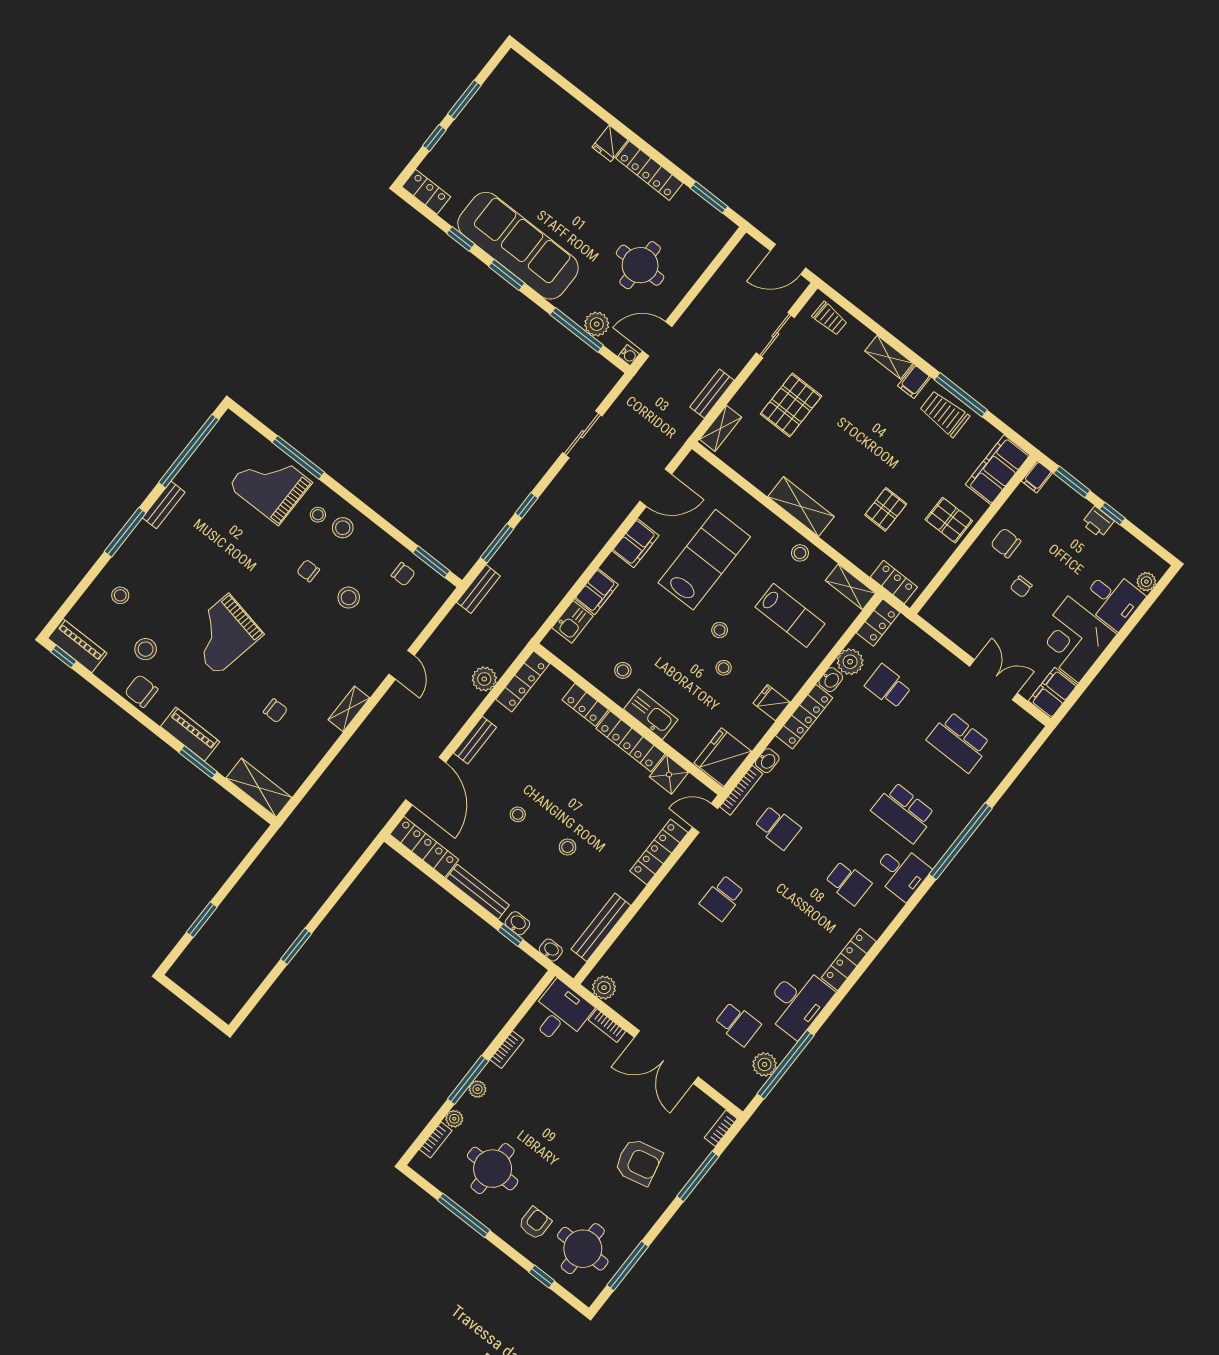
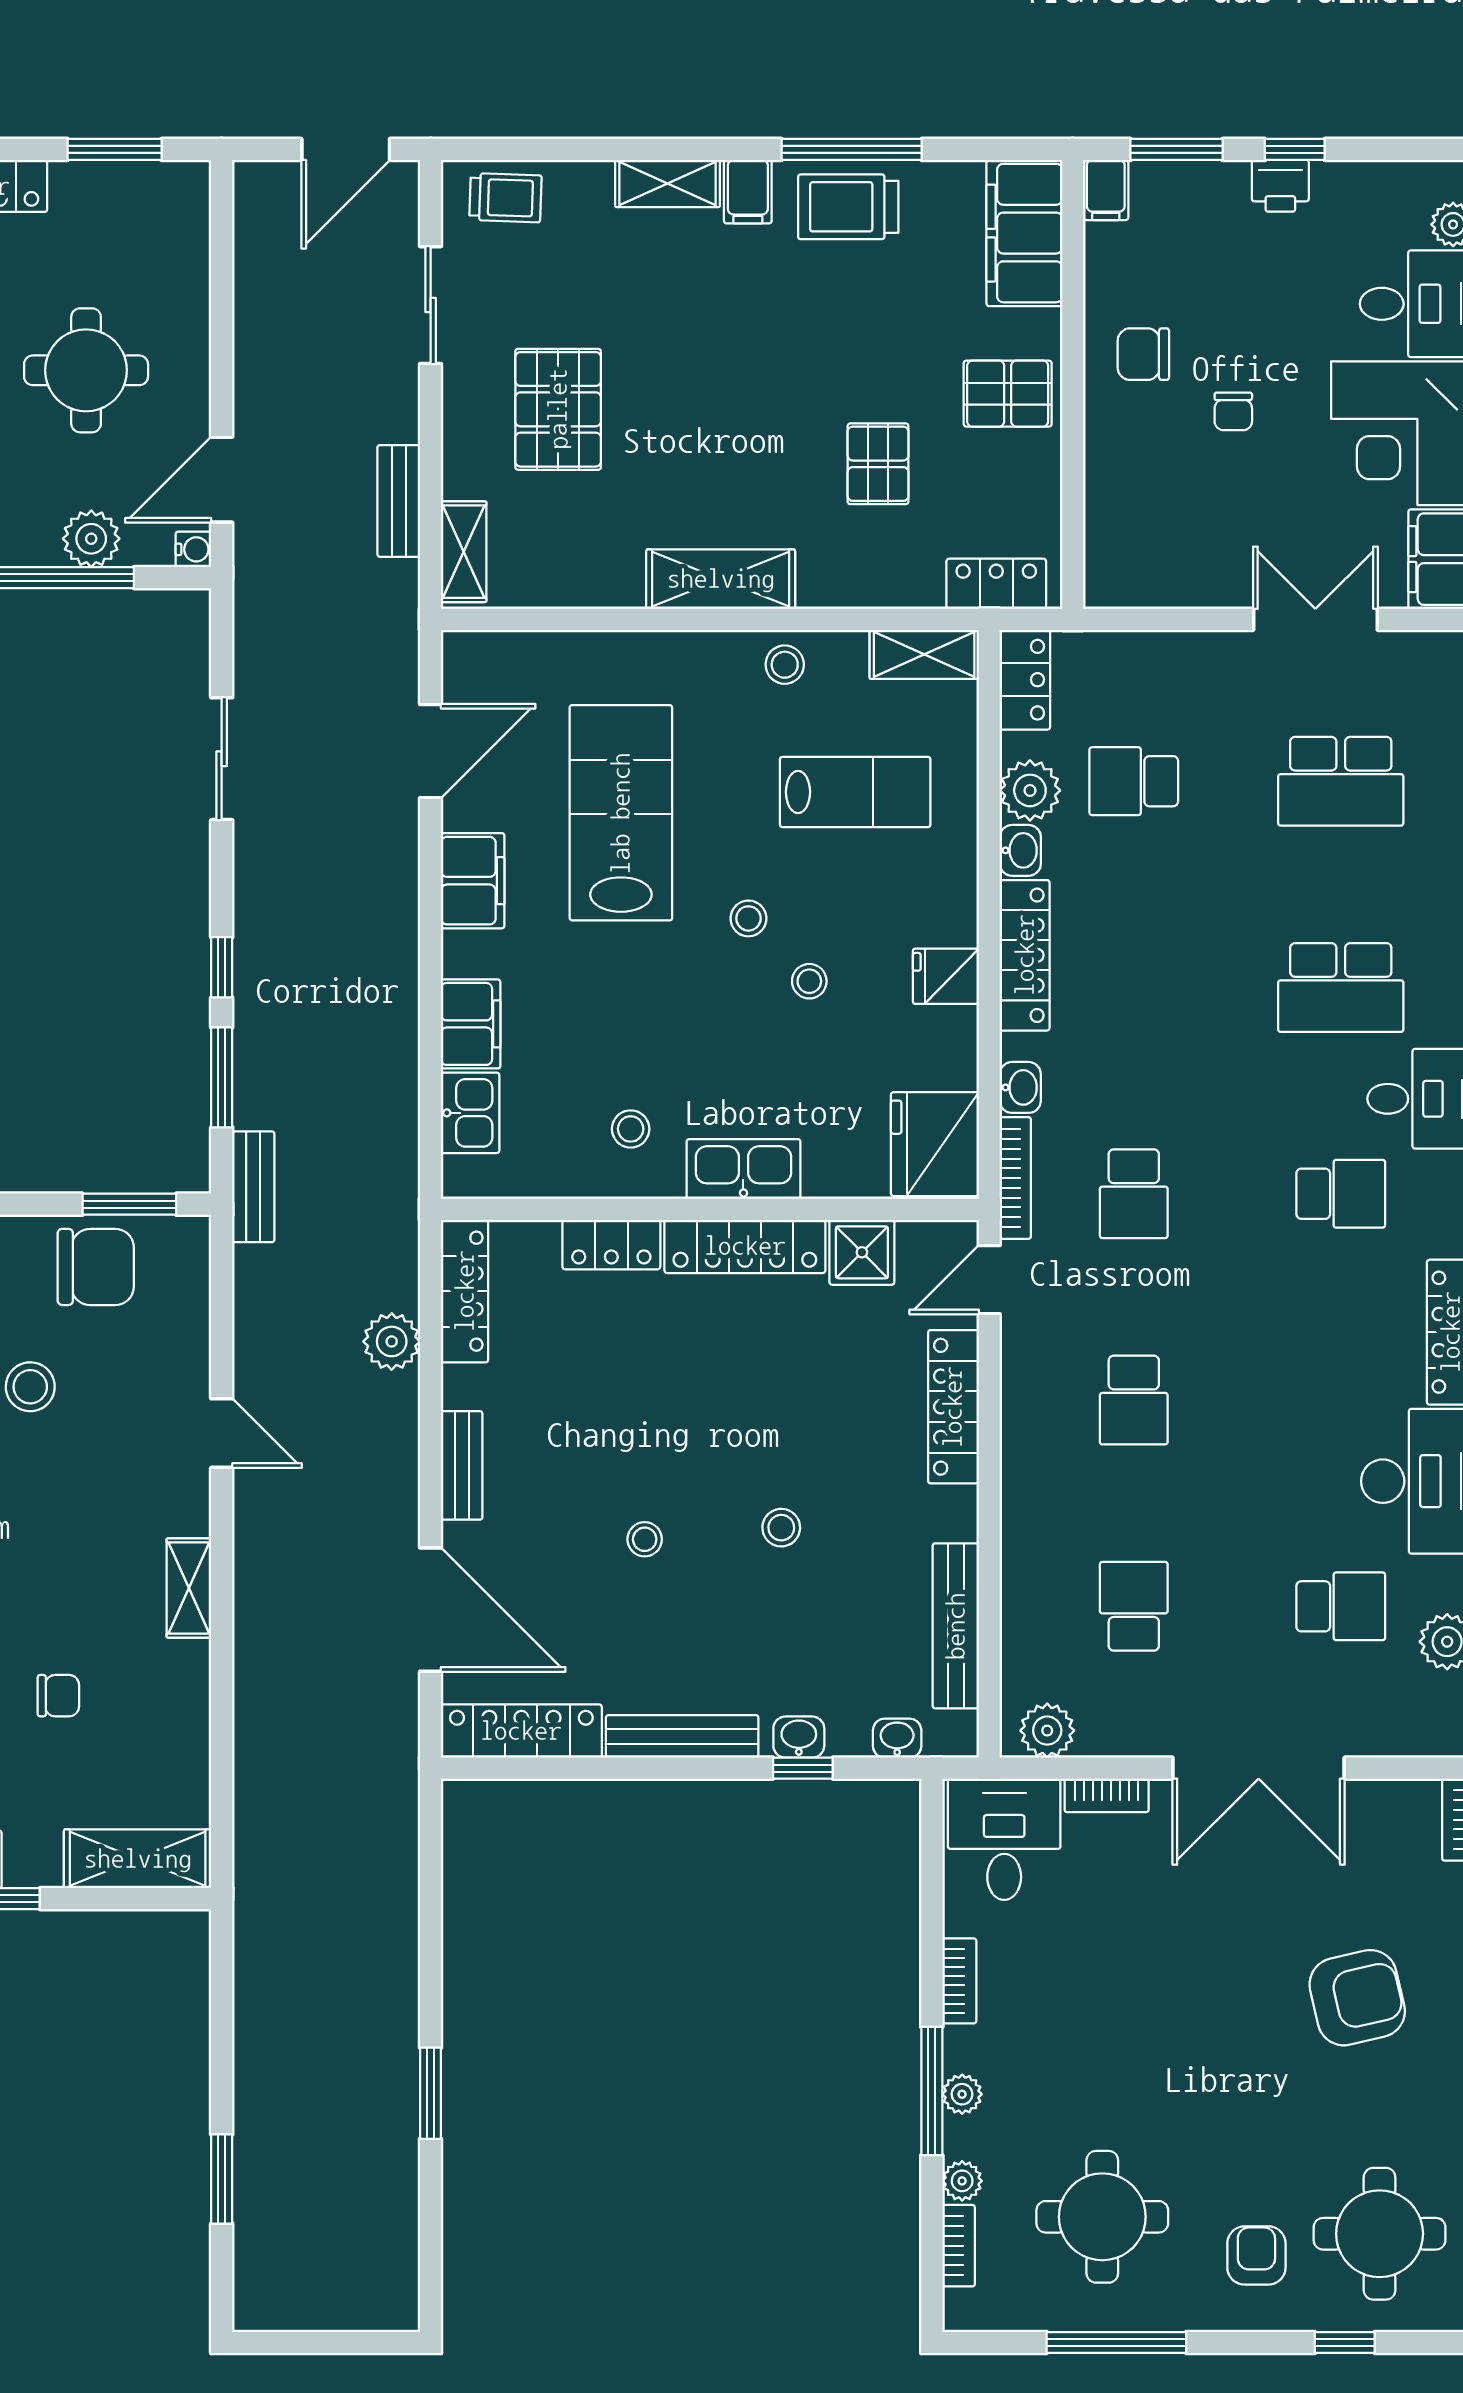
chair: (403, 574) -> (96, 1267), width x1.87, depth x1.87
school desk: (778, 827) -> (1134, 1194), turned 90
school desk: (667, 968) -> (1134, 1606), added

